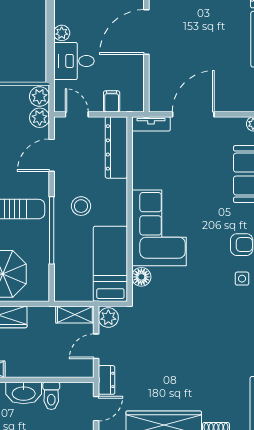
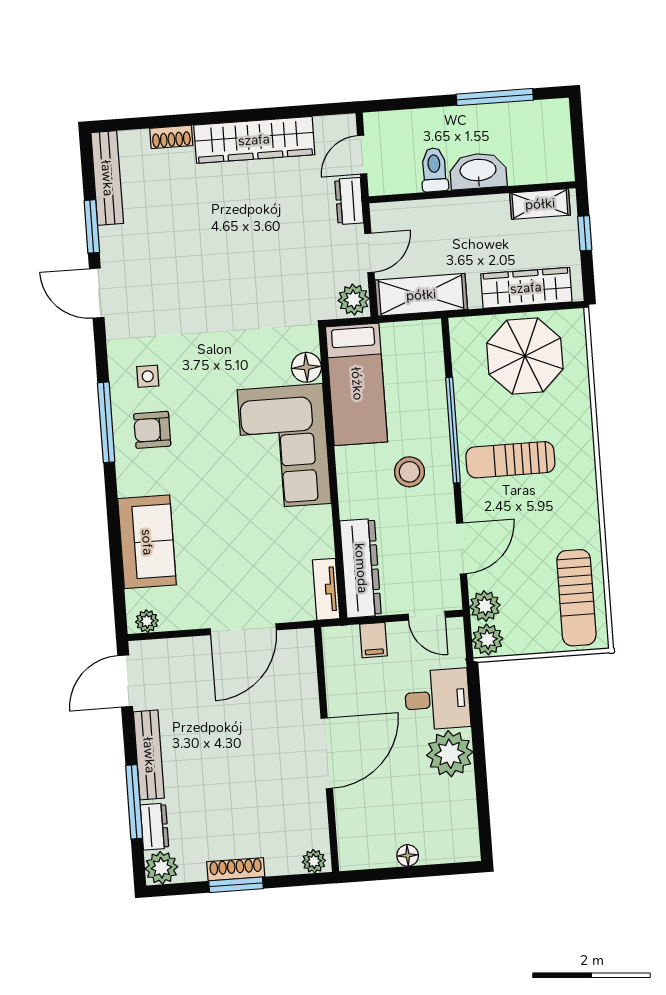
plant: (62, 33) -> (450, 754), width x1.88, depth x1.88
tv unit: (151, 124) -> (326, 589), moved, turned -90
shelving: (75, 315) -> (421, 295), width x1.50, depth x1.33

